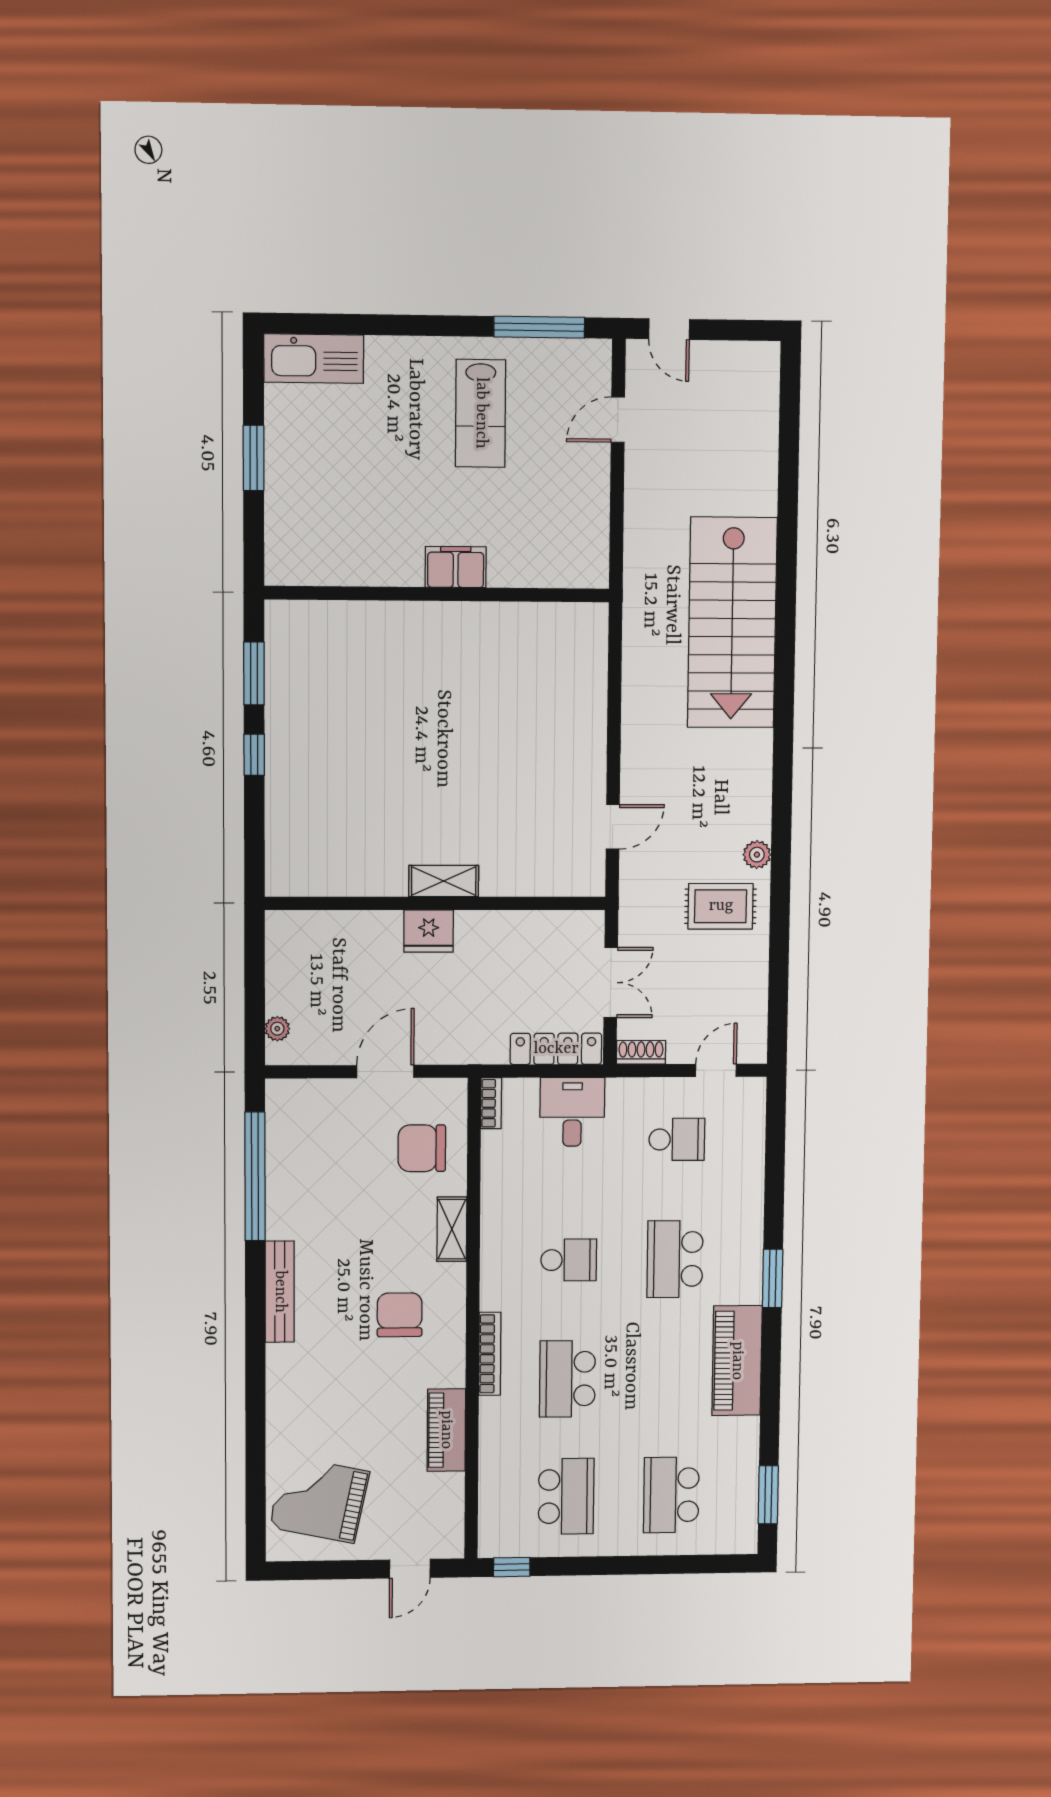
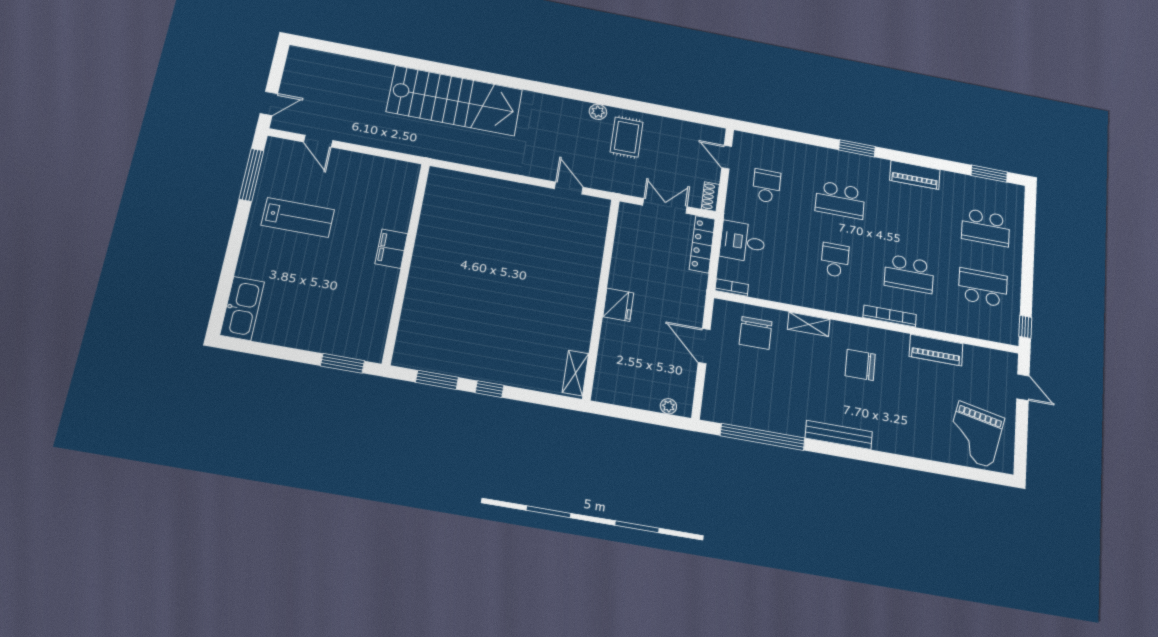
window: (254, 458) -> (342, 363), moved
shelving: (444, 881) -> (576, 373), moved
piano: (737, 1361) -> (915, 175), width x0.73, depth x0.75

